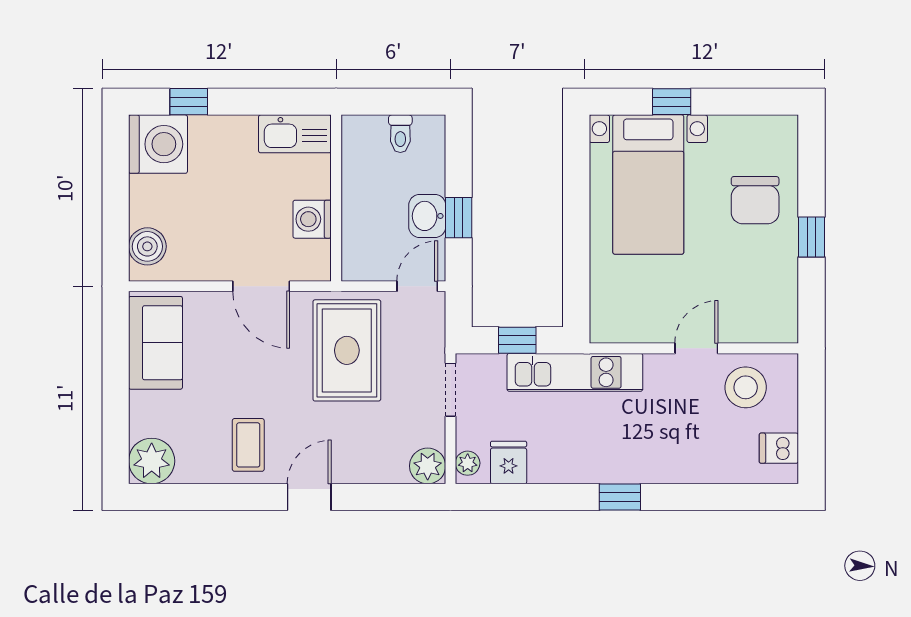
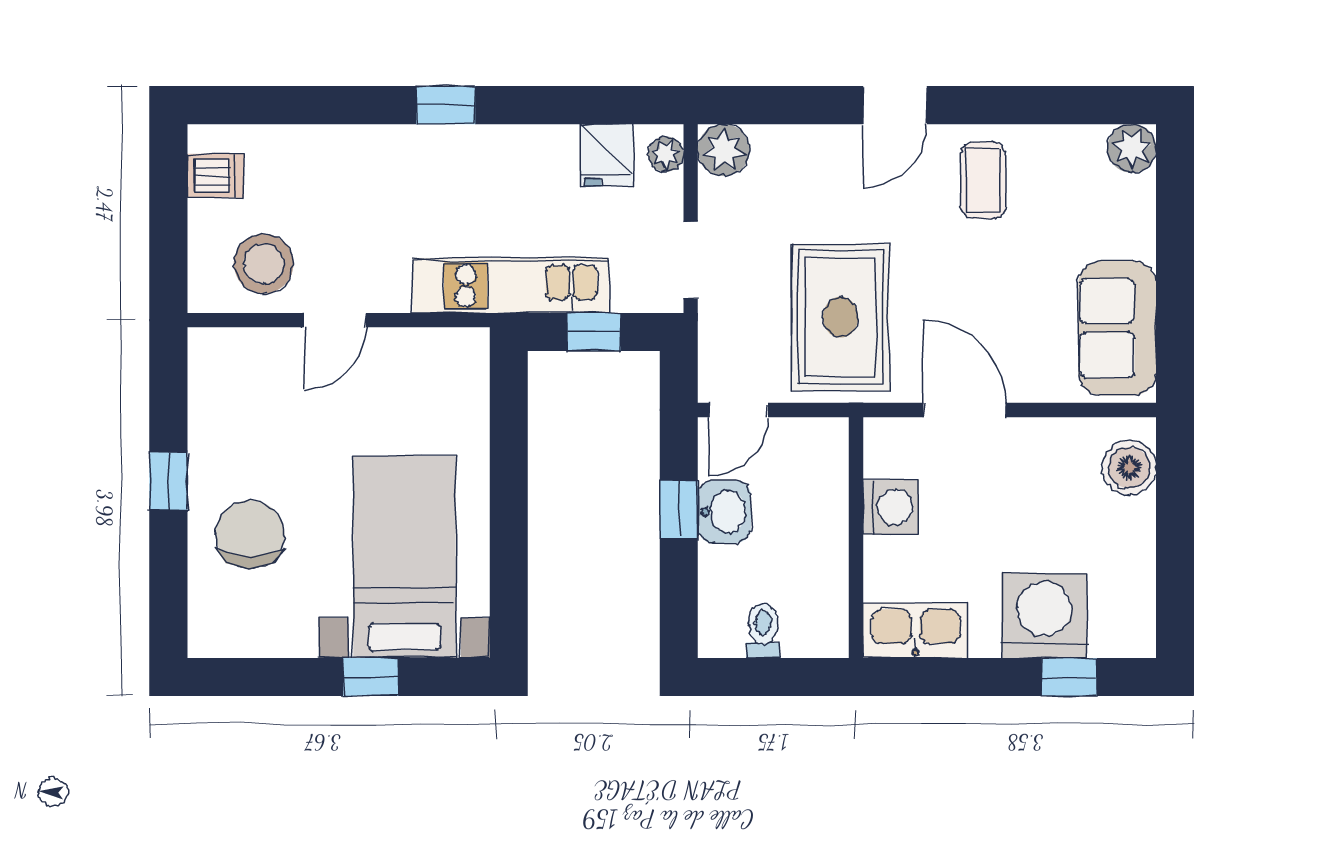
washing machine: (158, 144) -> (1044, 616), moved, turned 90
plant: (152, 461) -> (1132, 148), width x0.73, depth x0.73

